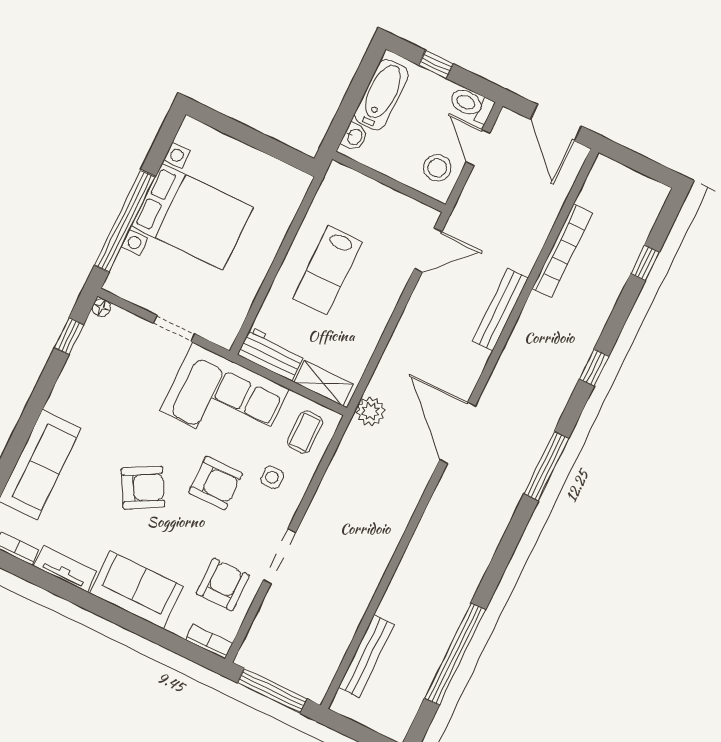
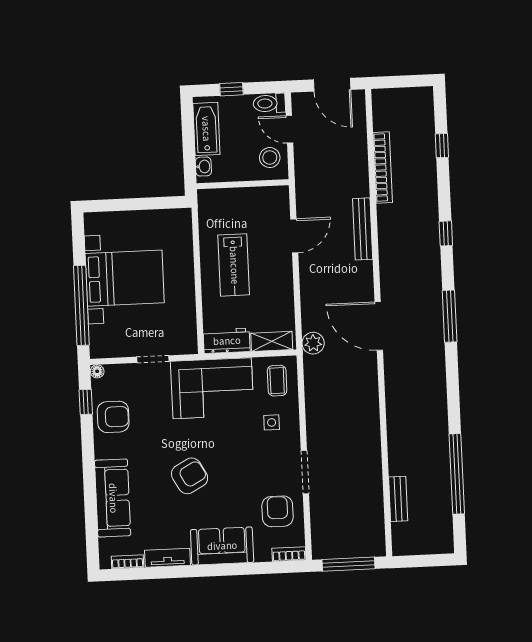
door: (428, 250) -> (294, 236), moved
armchair: (216, 483) -> (113, 417), moved
bench: (366, 656) -> (398, 499), width x0.73

